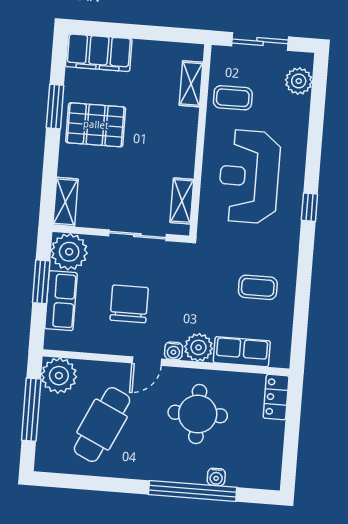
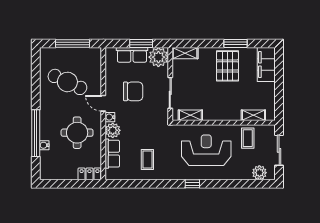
plant: (59, 376) -> (92, 57), removed

